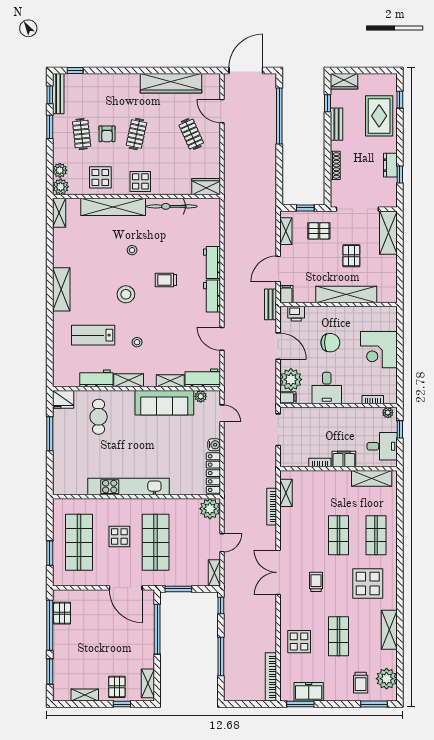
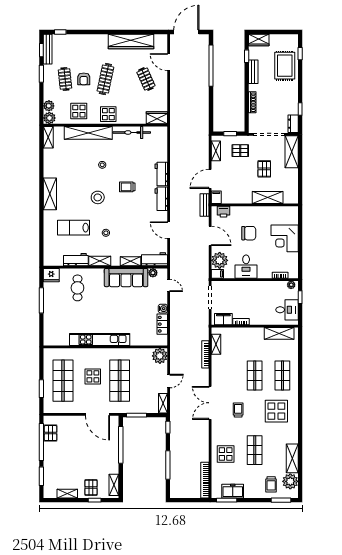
clothes rail: (136, 134) -> (105, 79), width x1.36
dresser: (390, 165) -> (293, 124), moved
shelving: (346, 294) -> (268, 198), width x0.68
filing cabinet: (344, 459) -> (223, 319), moved
locker: (213, 473) -> (162, 324), width x0.66
shelving: (389, 630) -> (292, 458), moved

